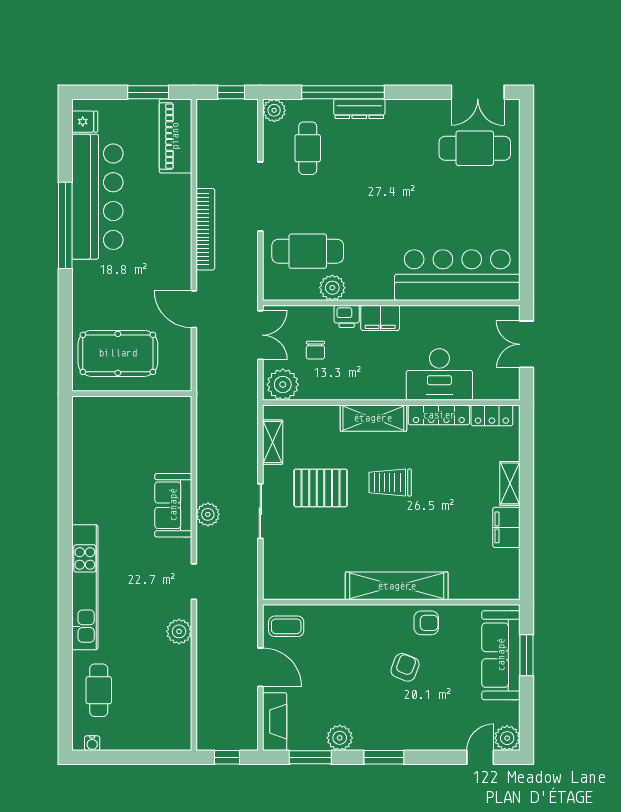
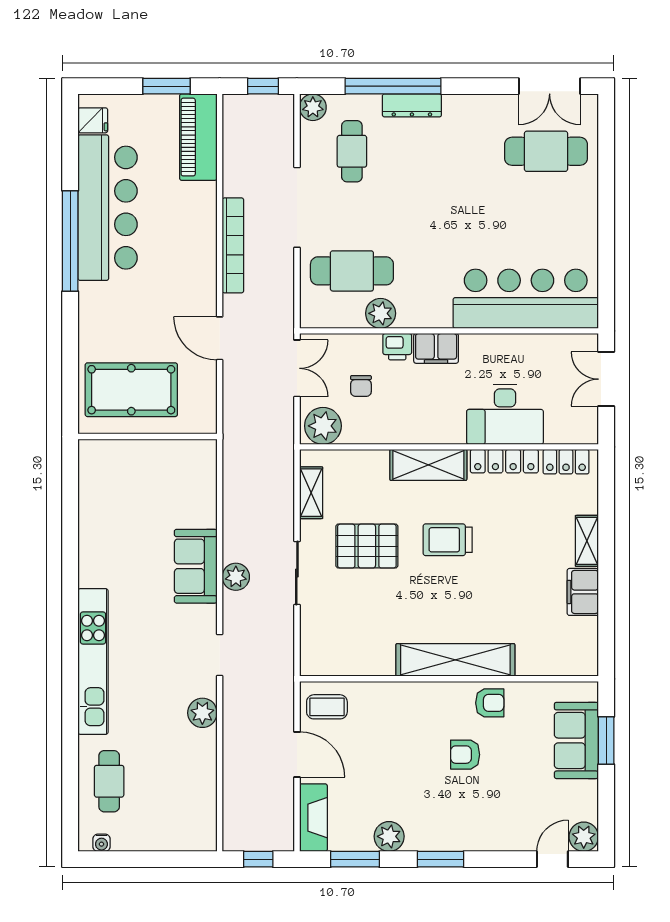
sofa: (501, 655) -> (576, 740), width x0.73
armchair: (405, 667) -> (465, 755), turned -111

